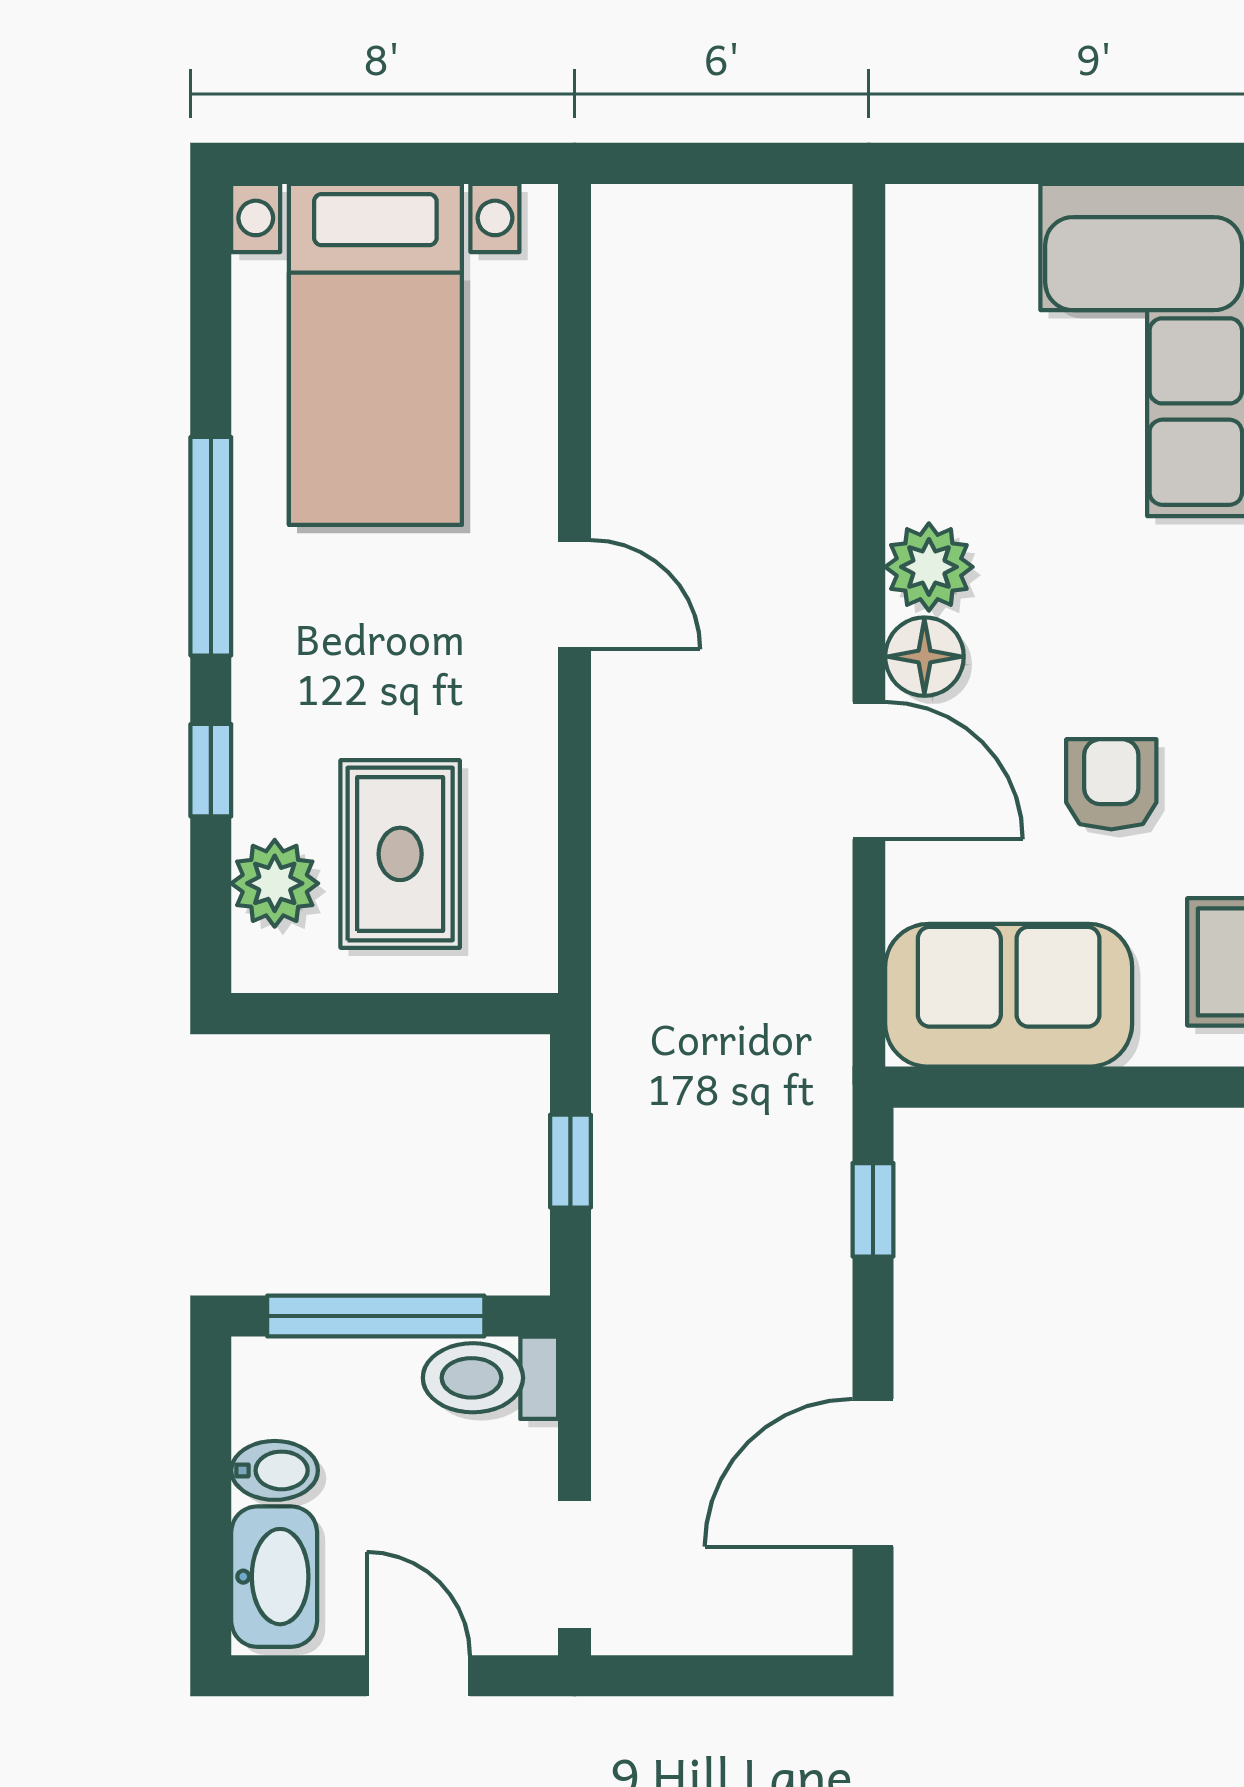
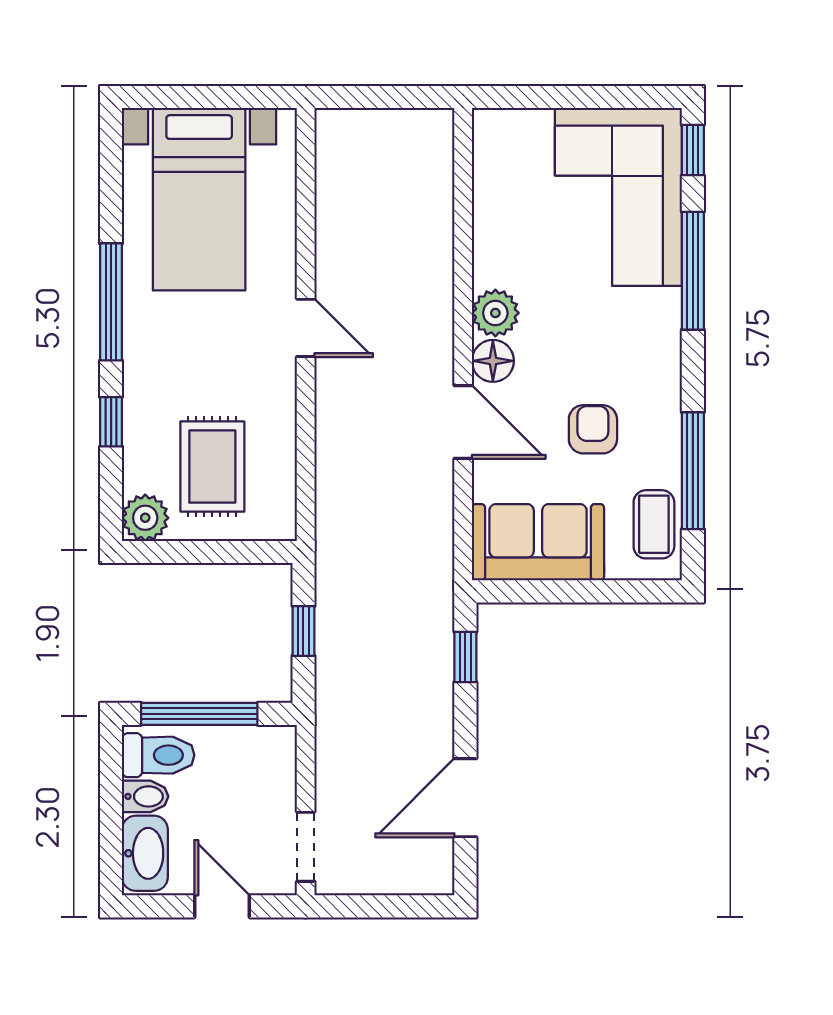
plant: (275, 883) -> (145, 518), moved
toilet: (491, 1378) -> (158, 755), moved, turned 180

